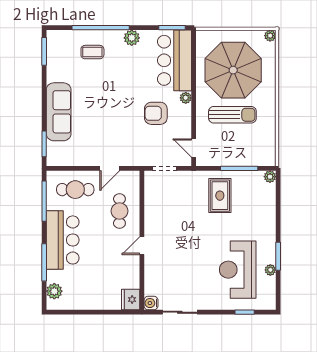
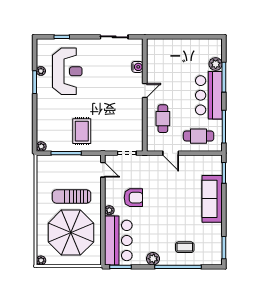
door: (110, 168) -> (171, 153), swing flipped
plant: (54, 291) -> (216, 64), moved
fridge: (131, 299) -> (154, 47), removed
water cooler: (151, 303) -> (137, 67), moved

